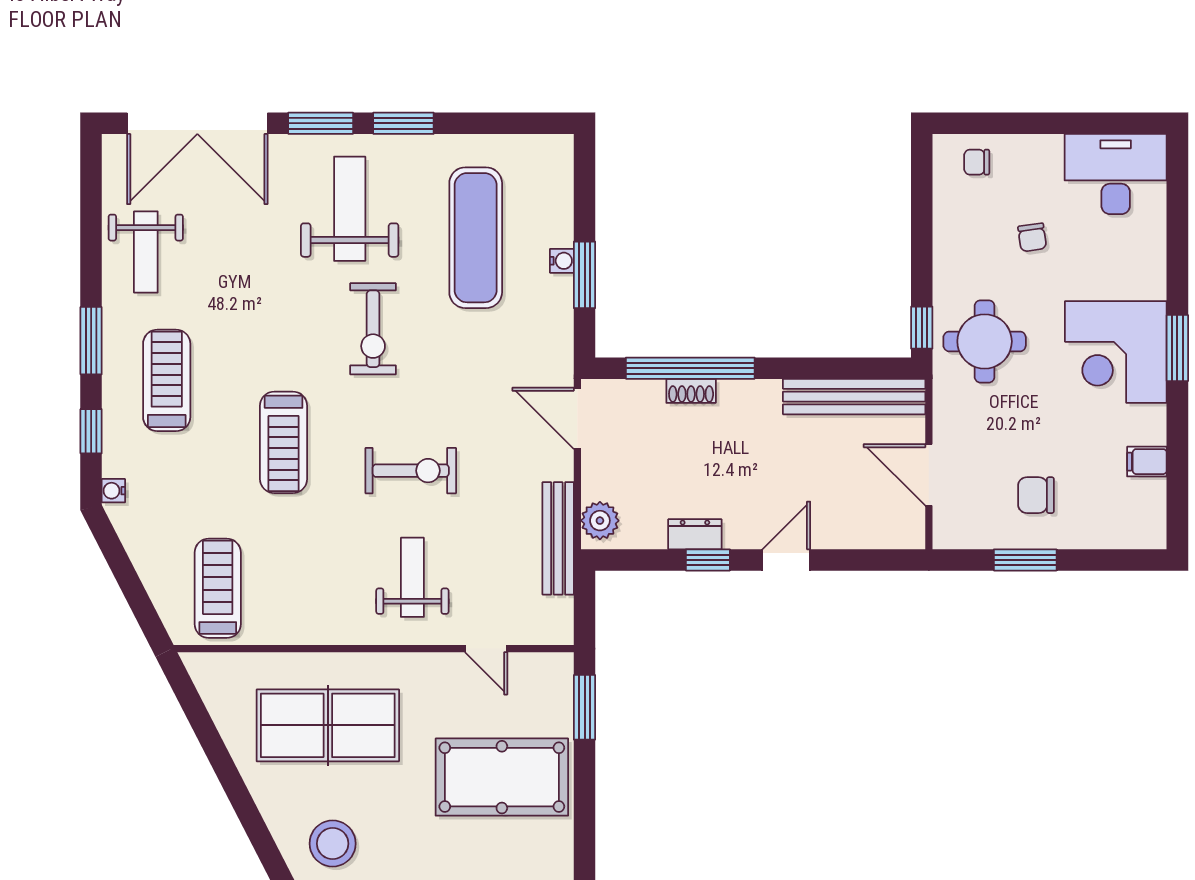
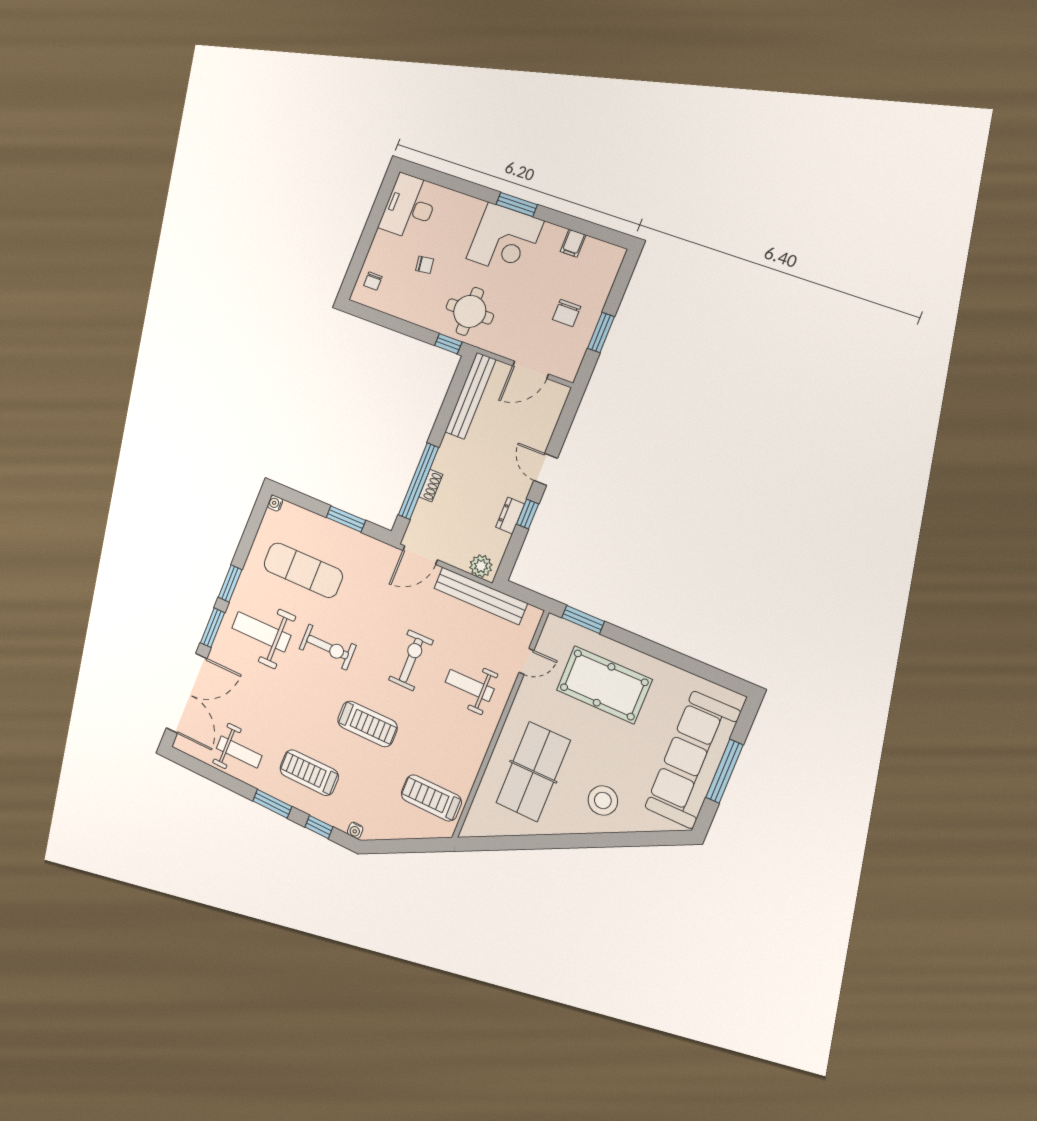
water cooler: (562, 261) -> (275, 503), moved, turned -90
bench: (558, 538) -> (480, 596), width x1.37, depth x1.21
pool table: (502, 777) -> (604, 685), turned 90

